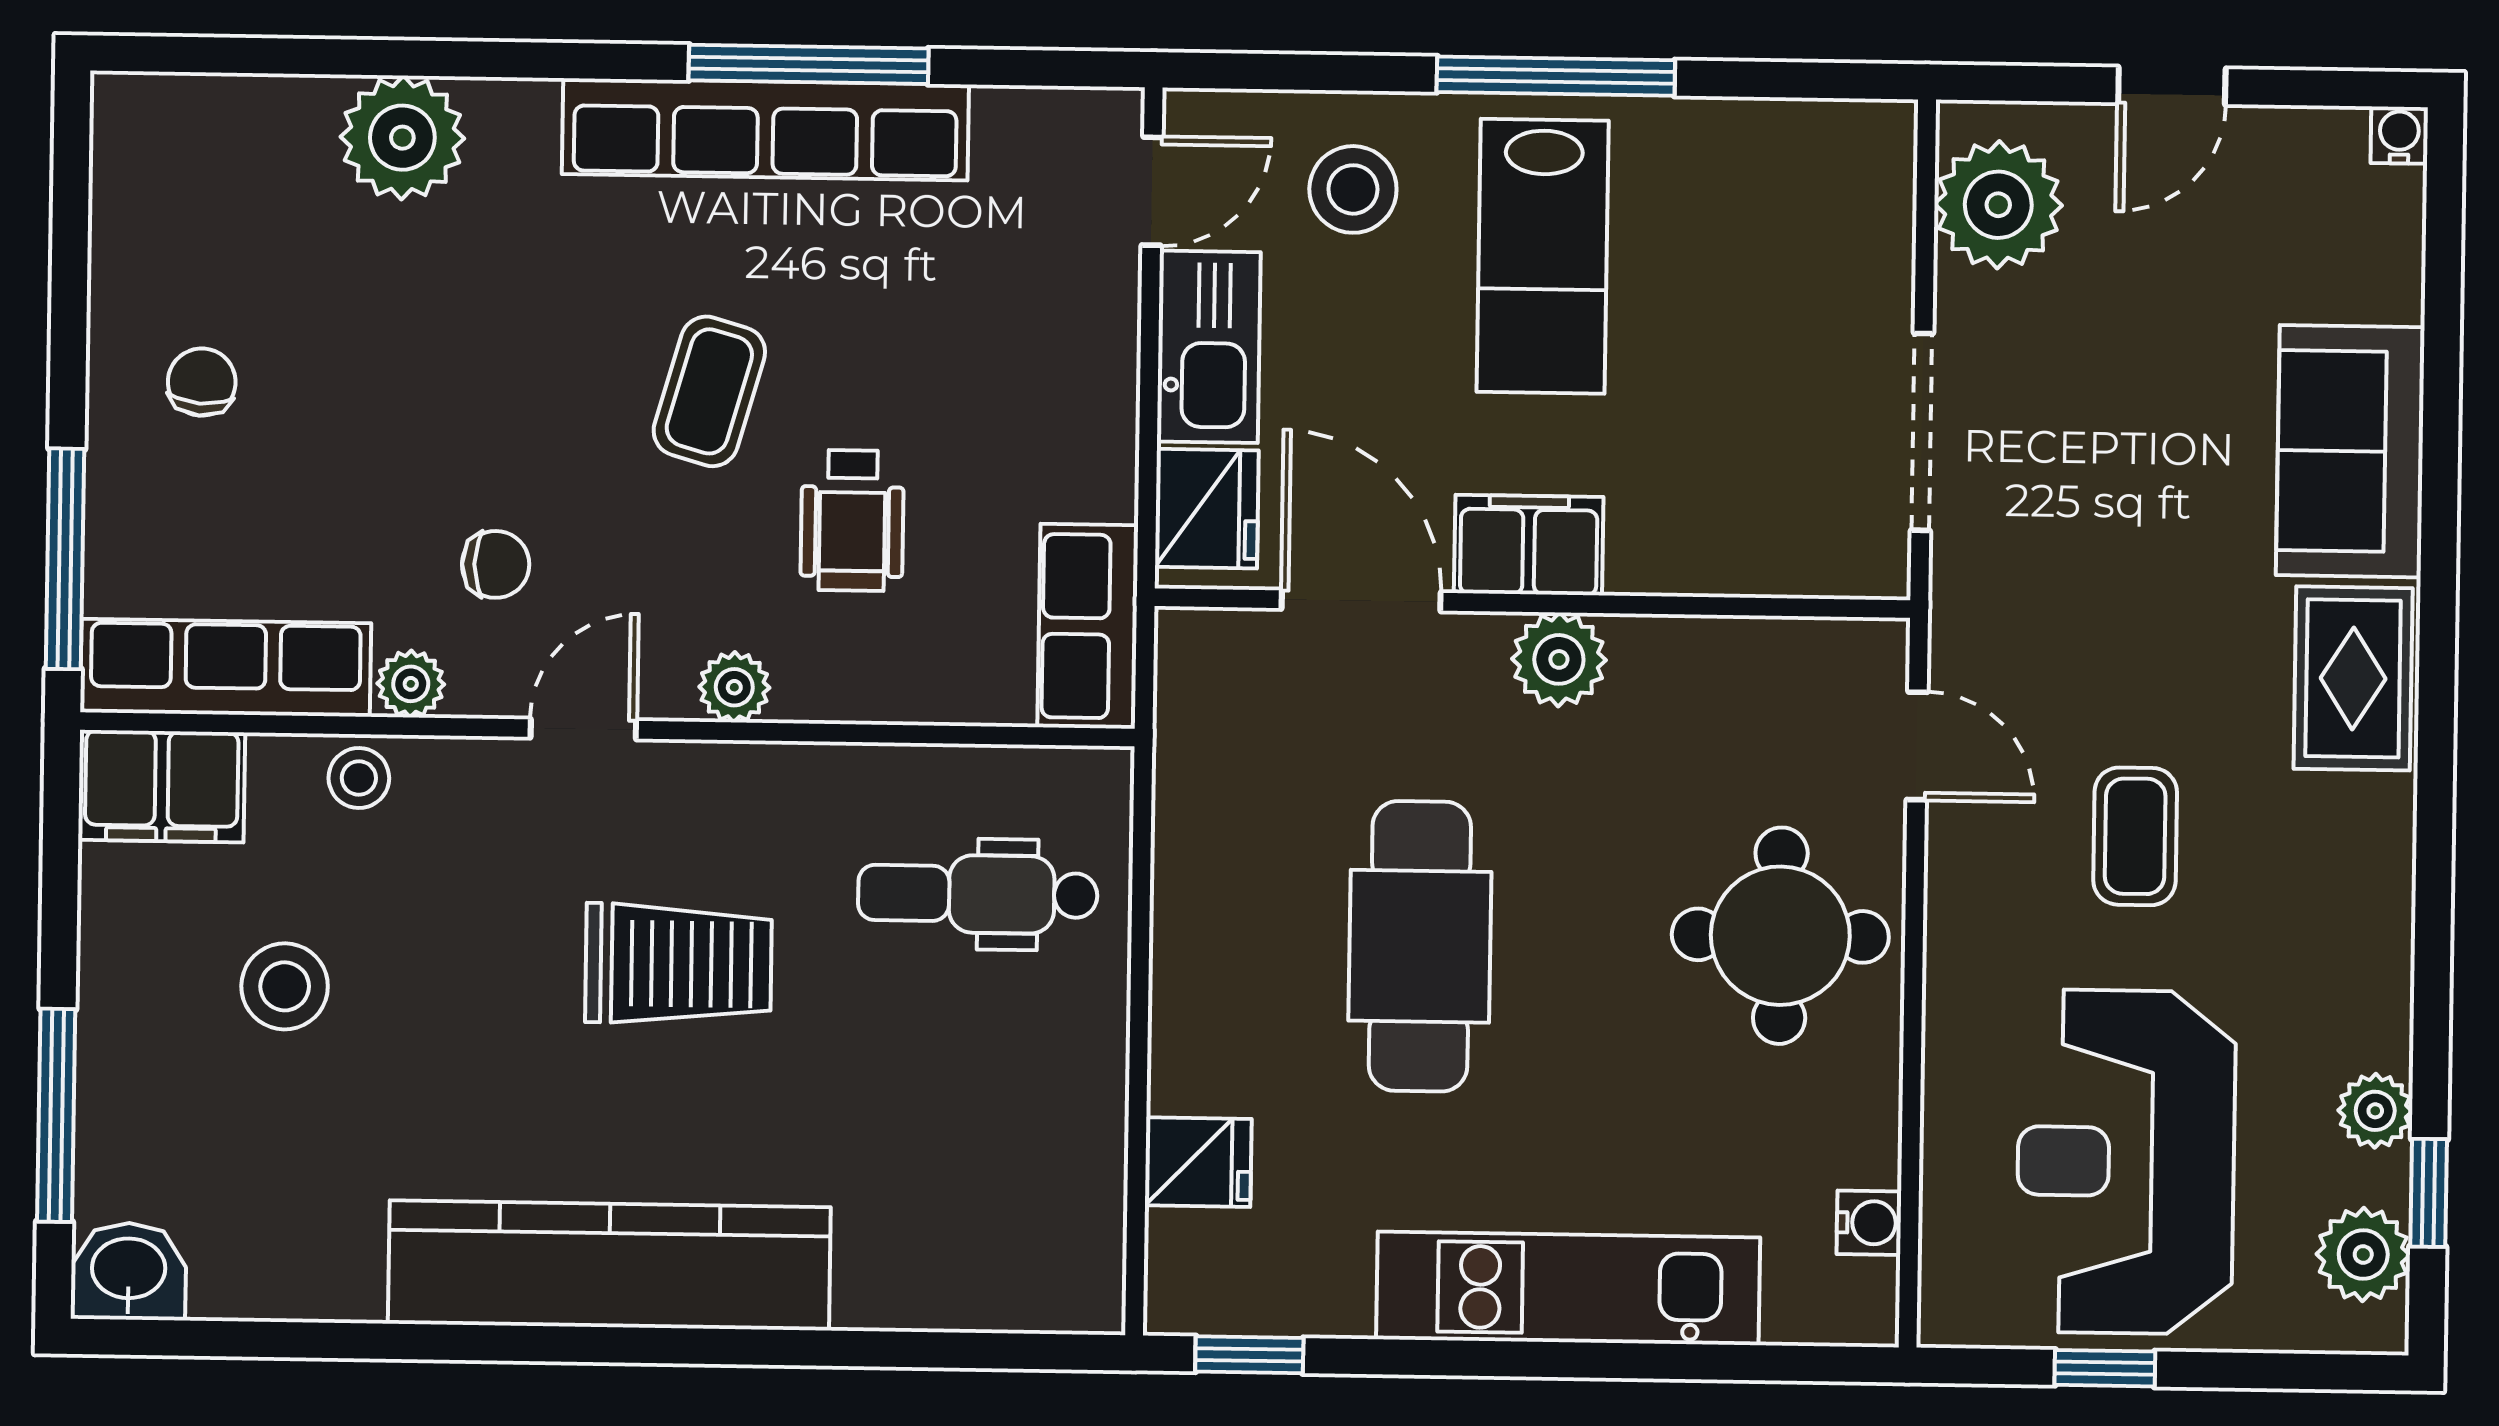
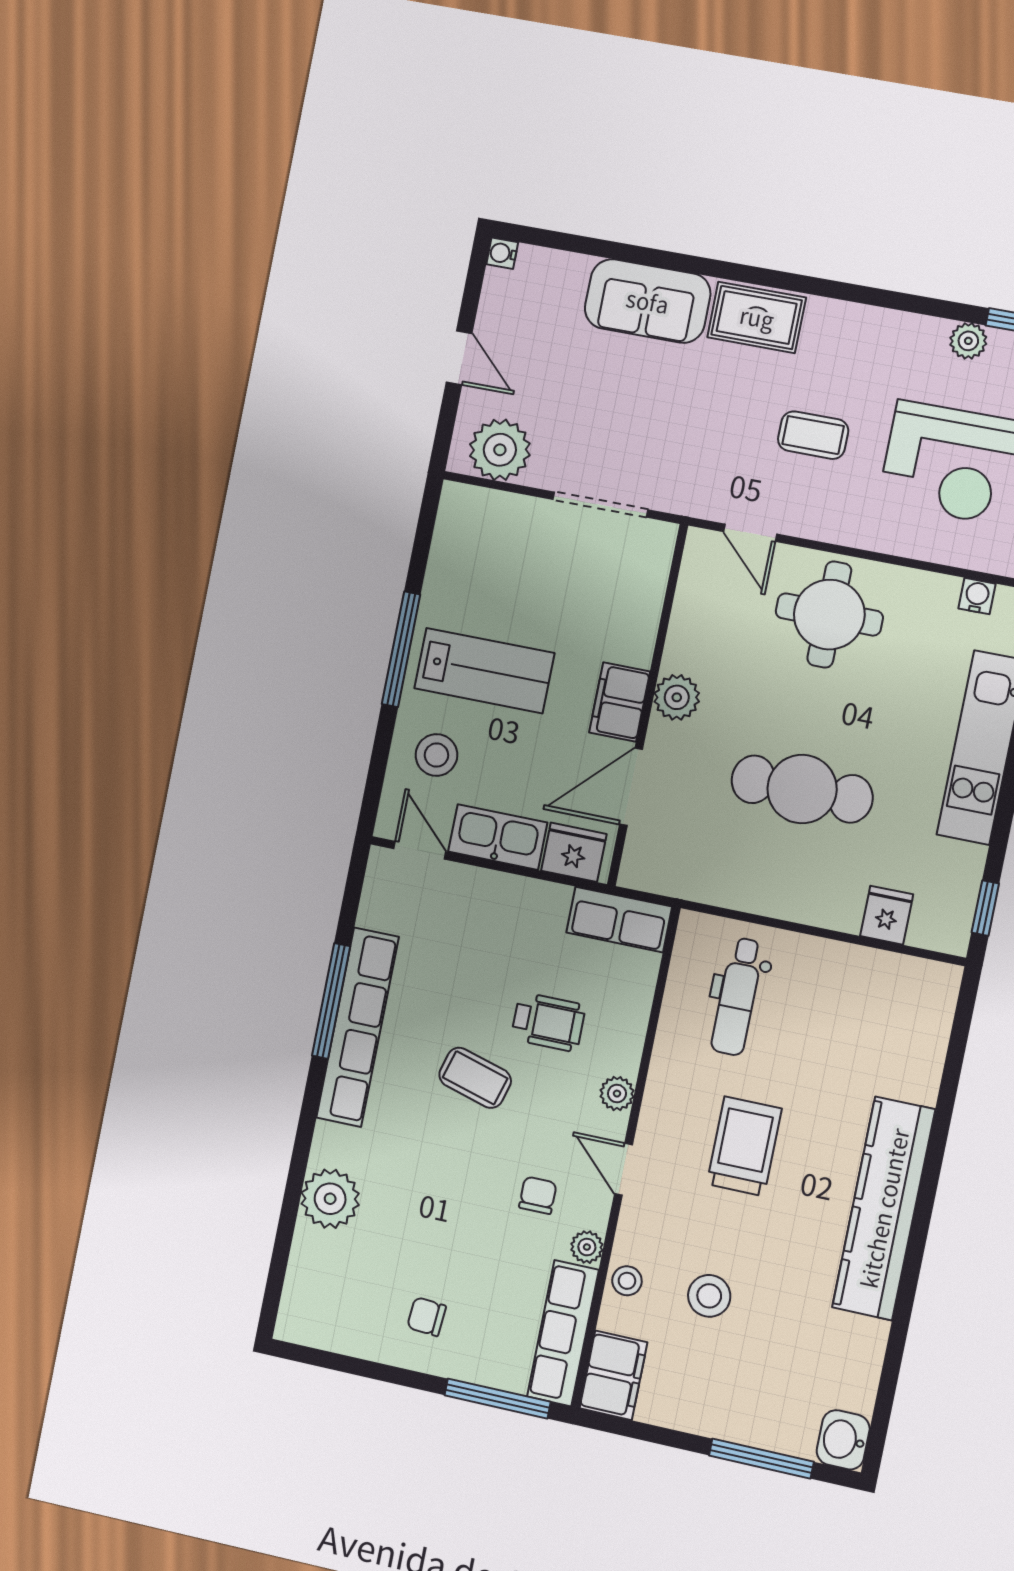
door: (1917, 746) -> (750, 533), swing flipped
stool: (285, 986) -> (709, 1296), moved

